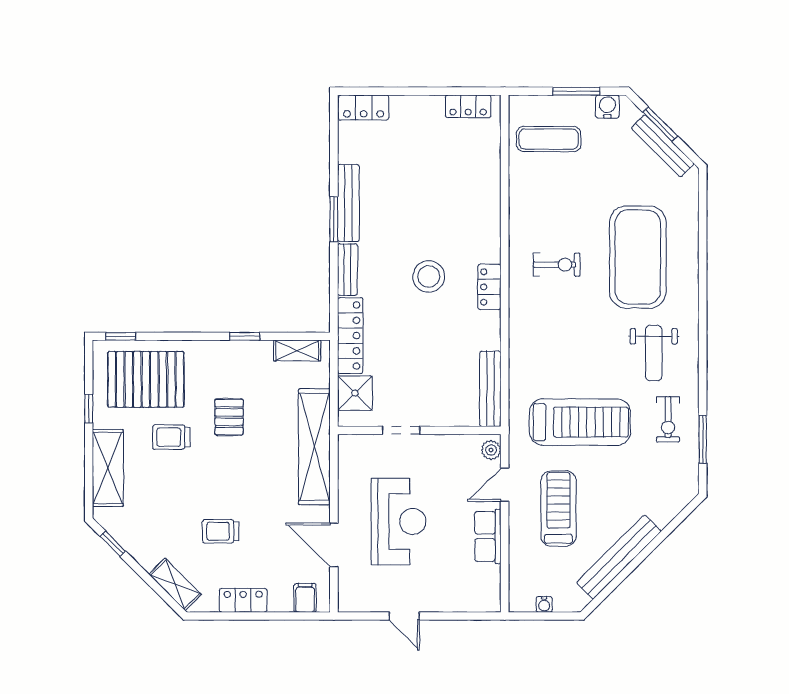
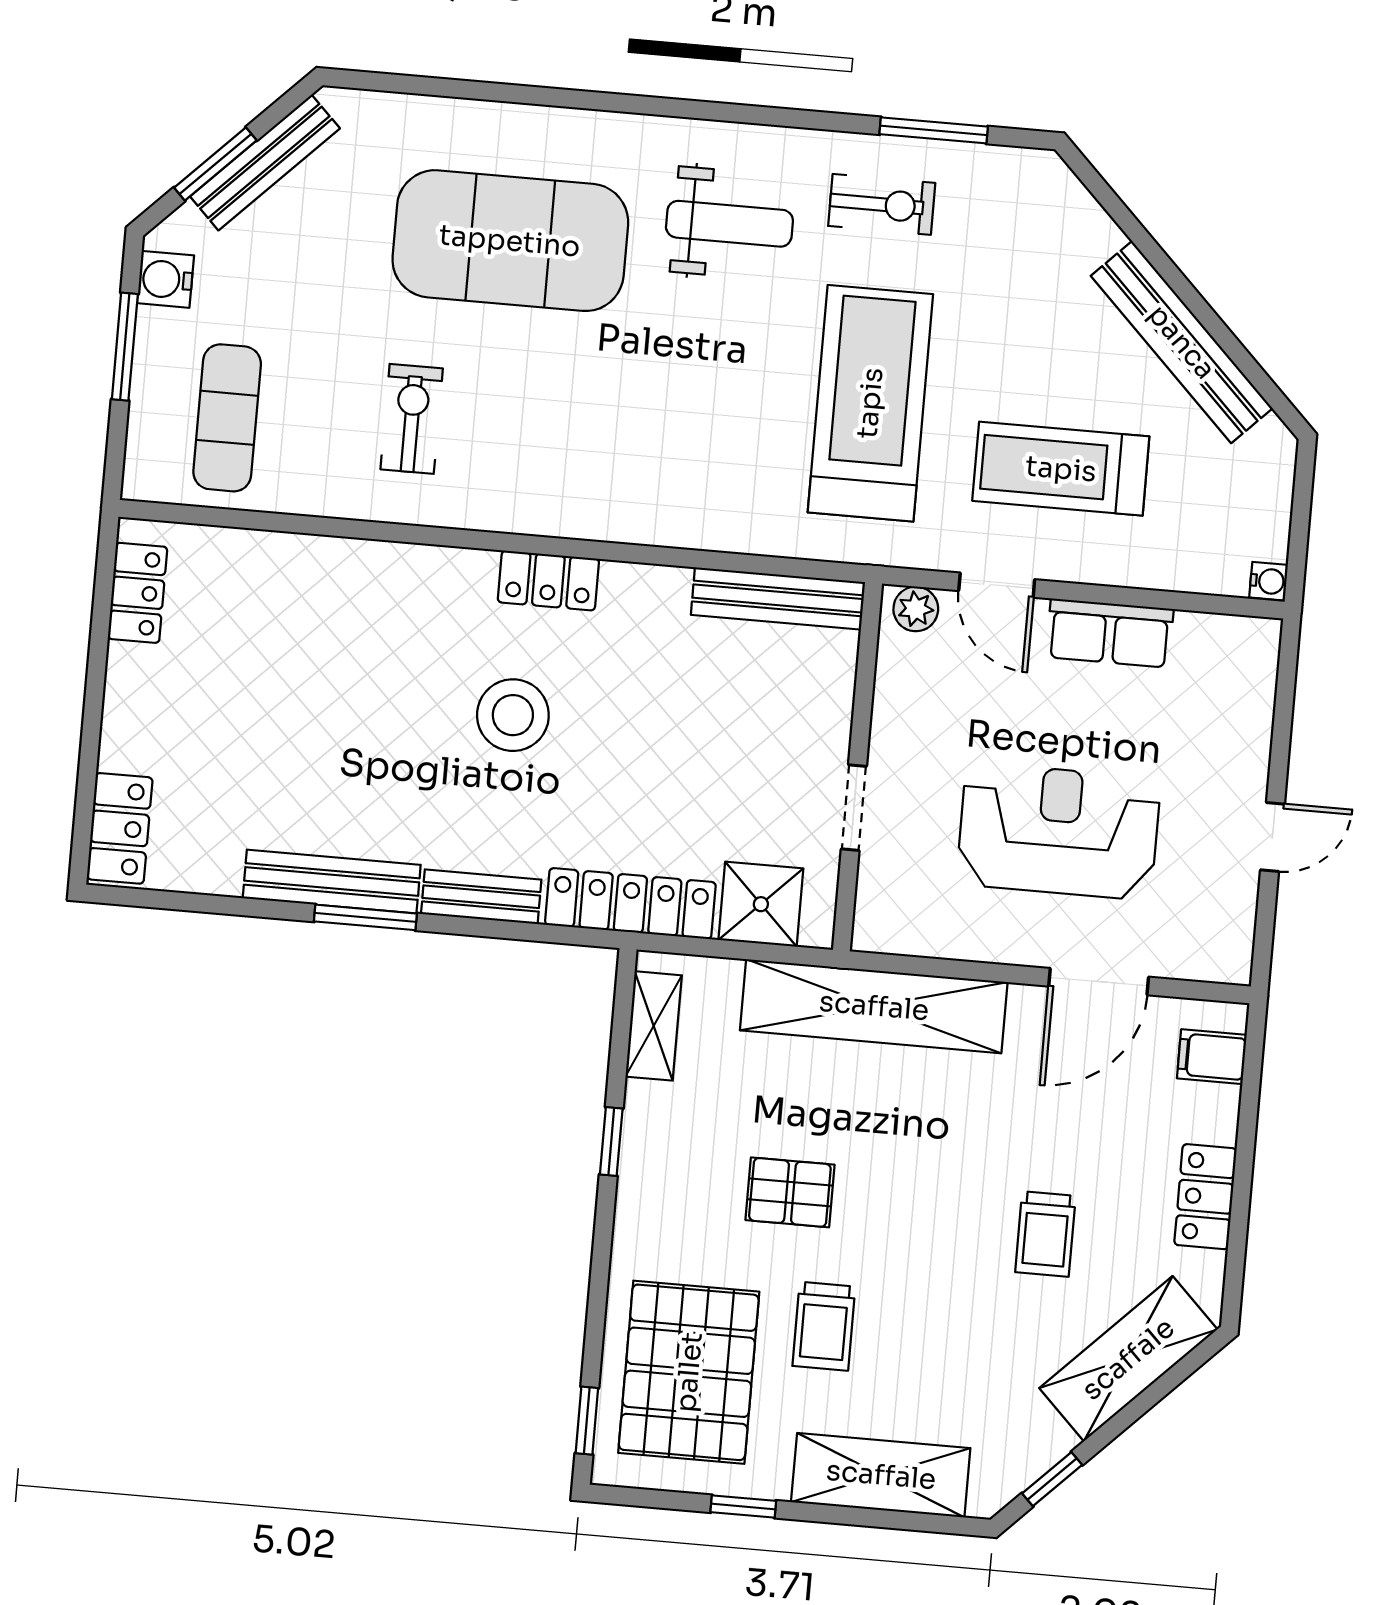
exercise bike: (557, 265) -> (412, 419), moved
shelving: (175, 584) -> (1128, 1359), width x1.50, depth x1.33
water cooler: (544, 604) -> (1269, 581), moved

